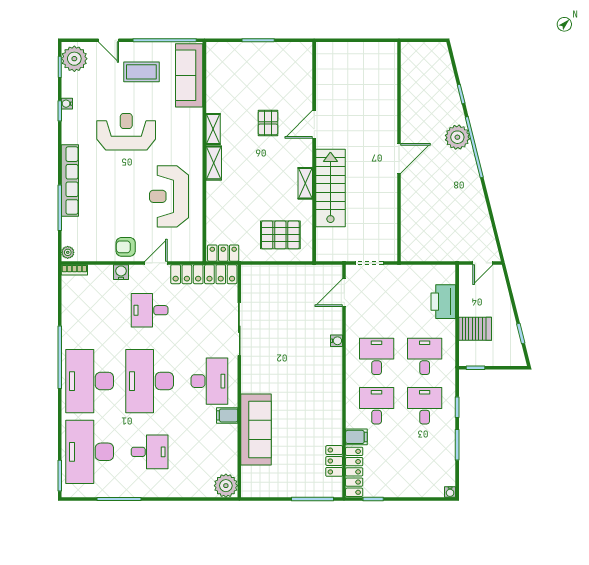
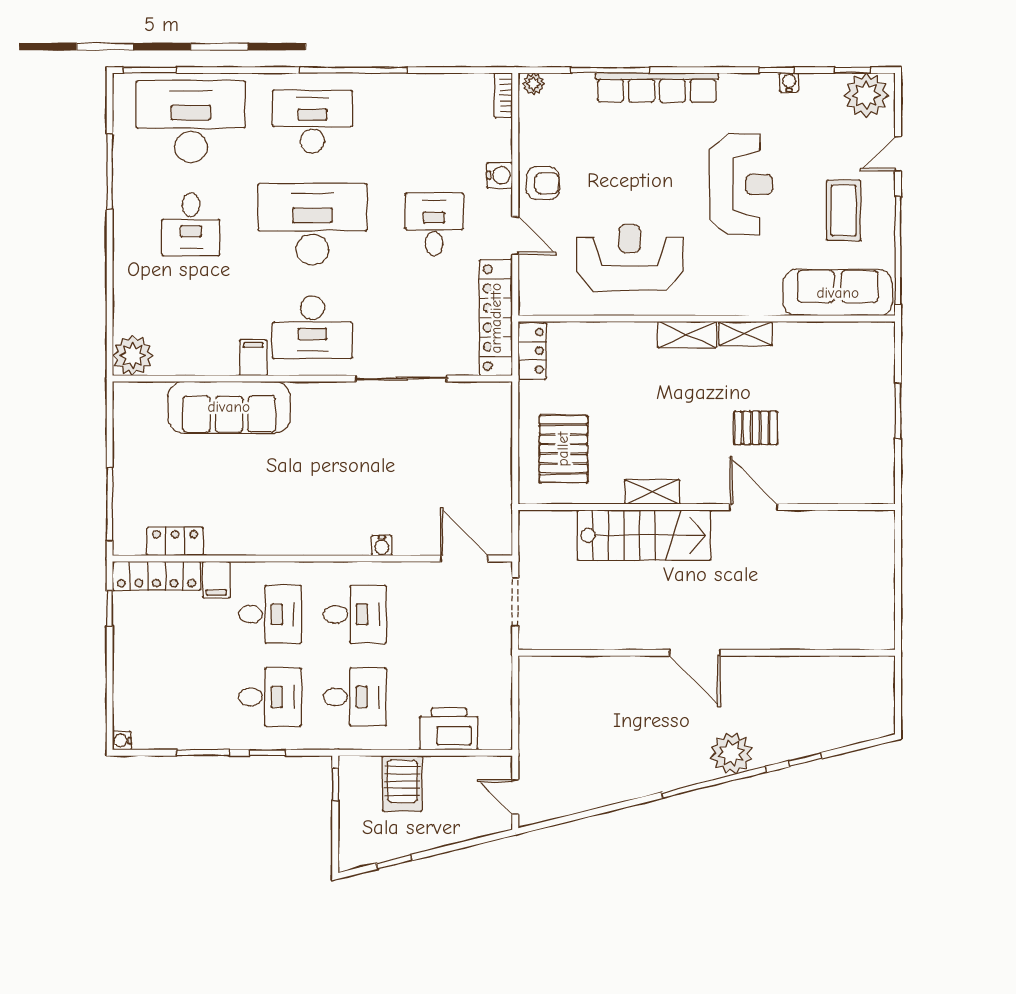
armchair: (126, 247) -> (543, 183), turned 90
desk: (90, 381) -> (312, 122), width x0.73, depth x0.77

